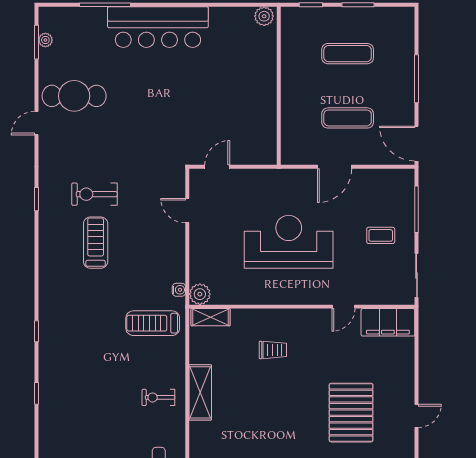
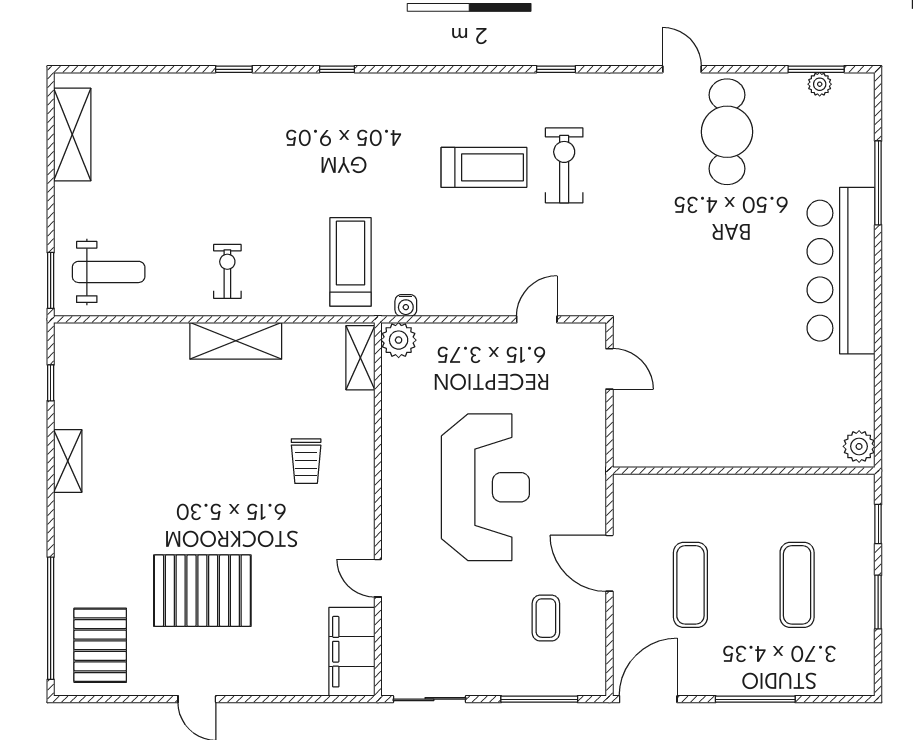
coffee table: (381, 235) -> (546, 618), moved

